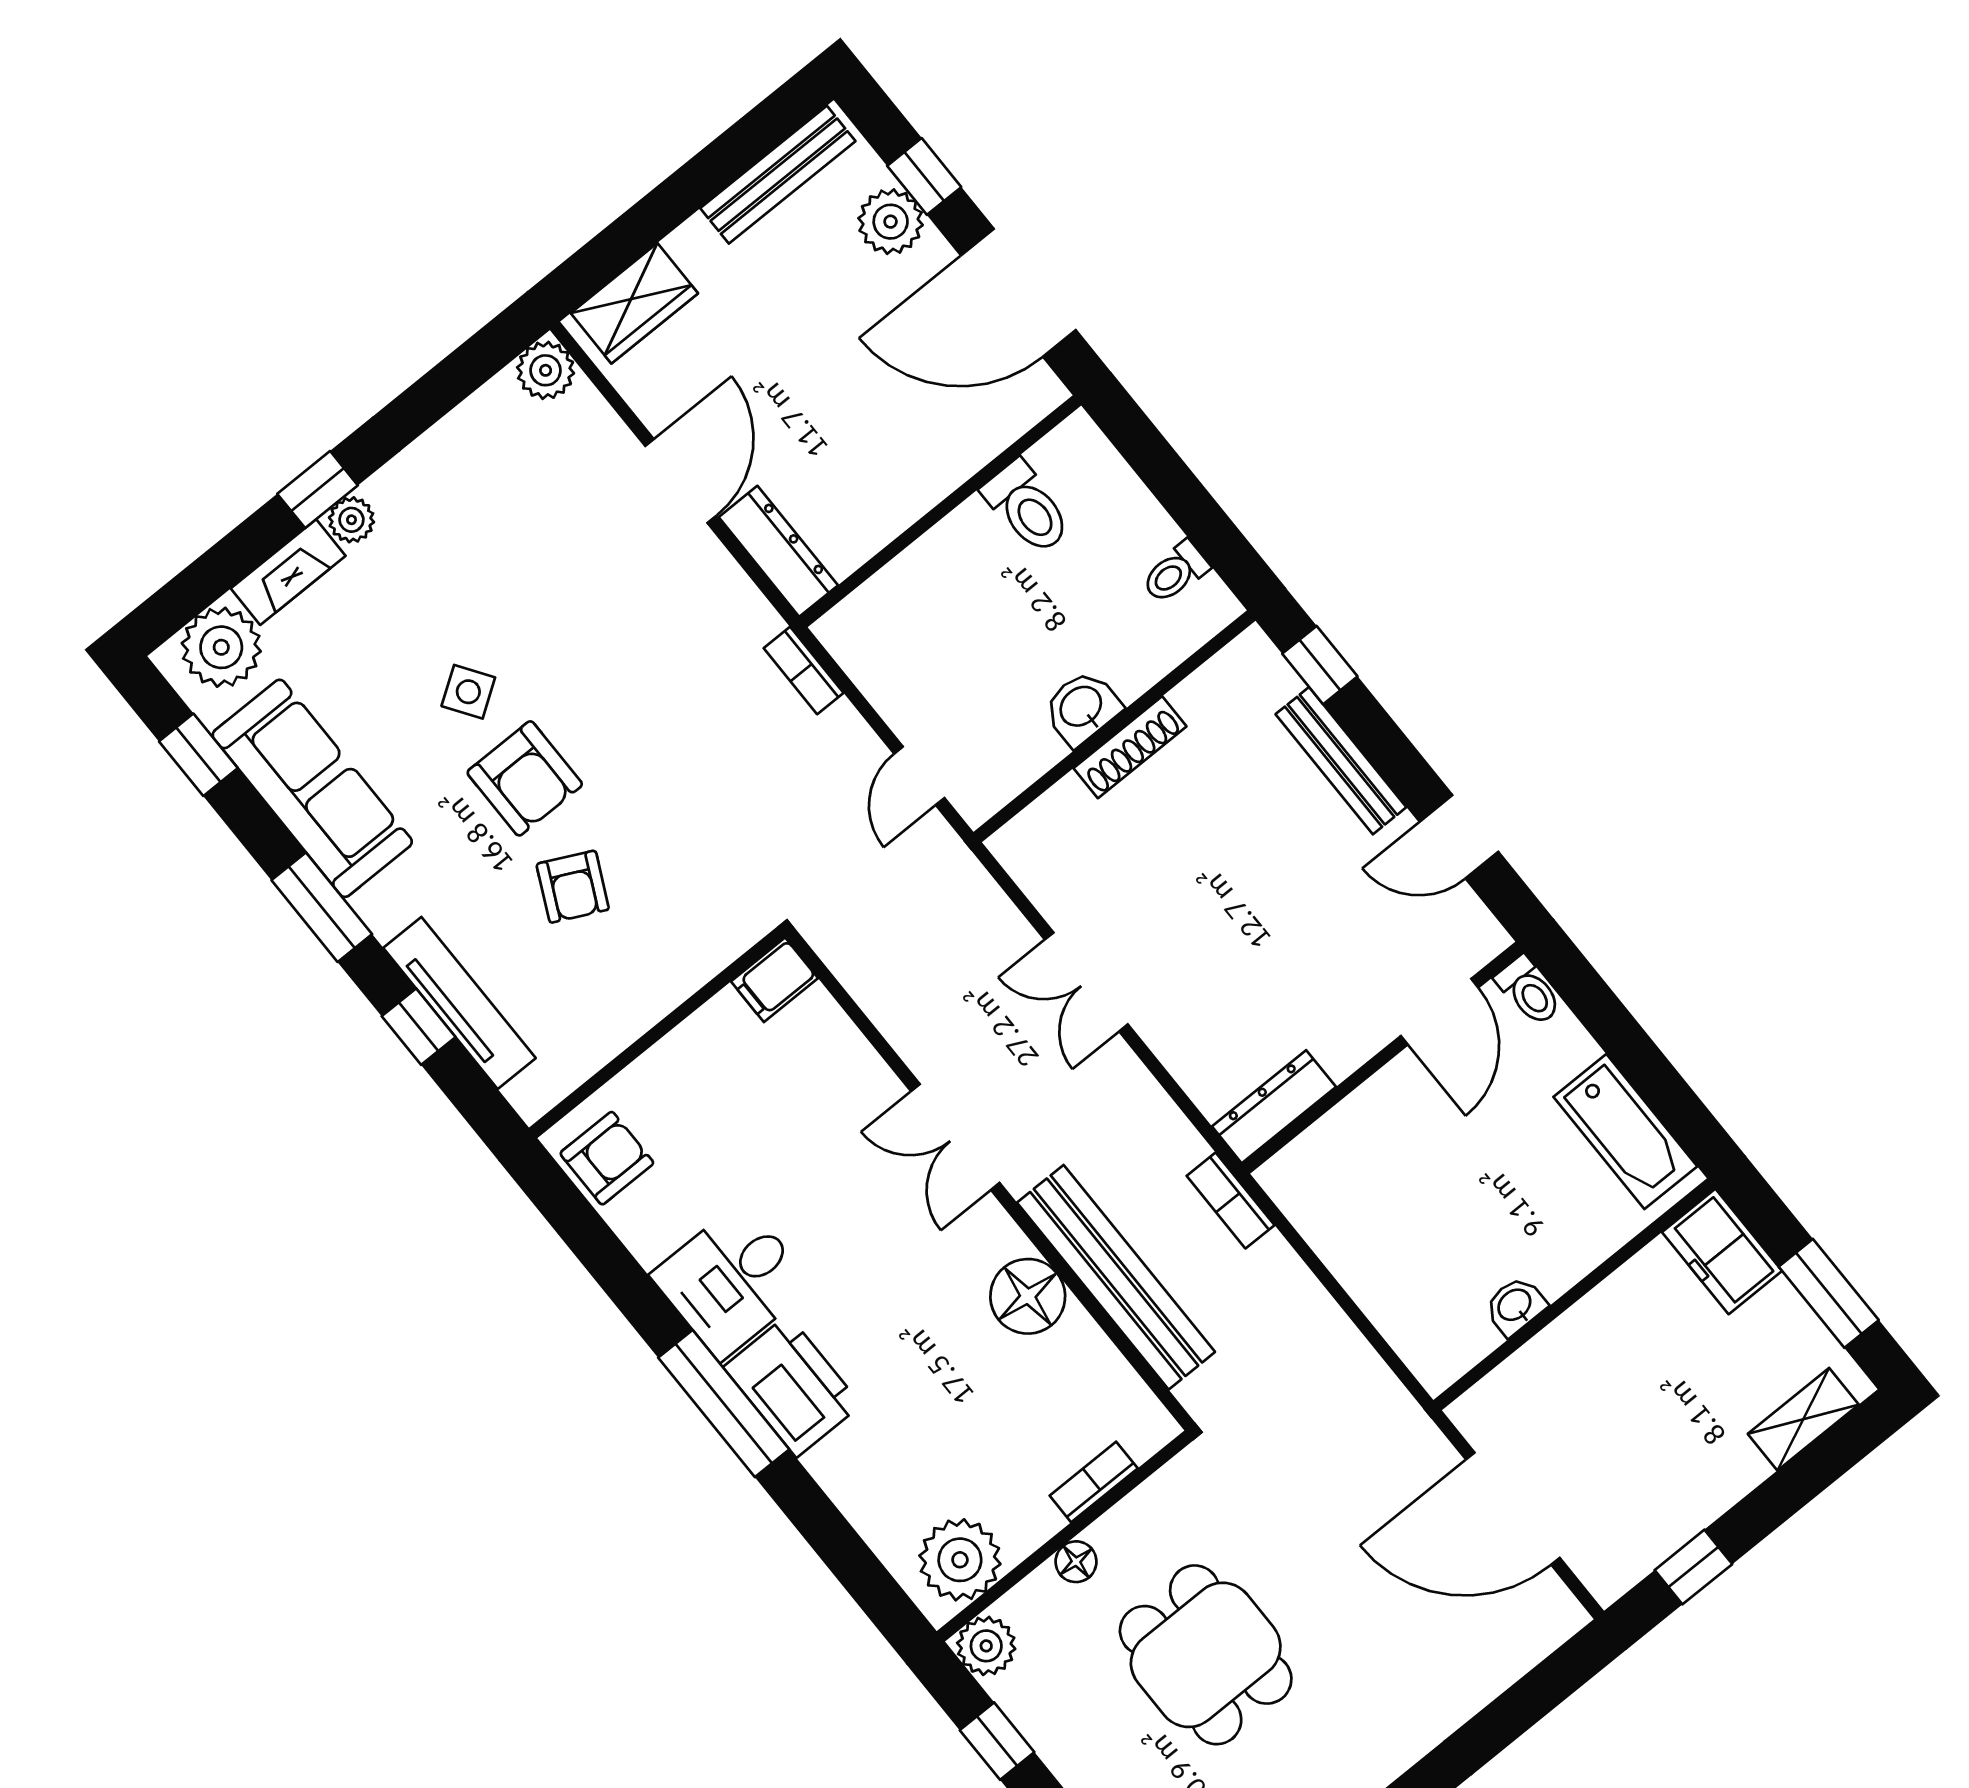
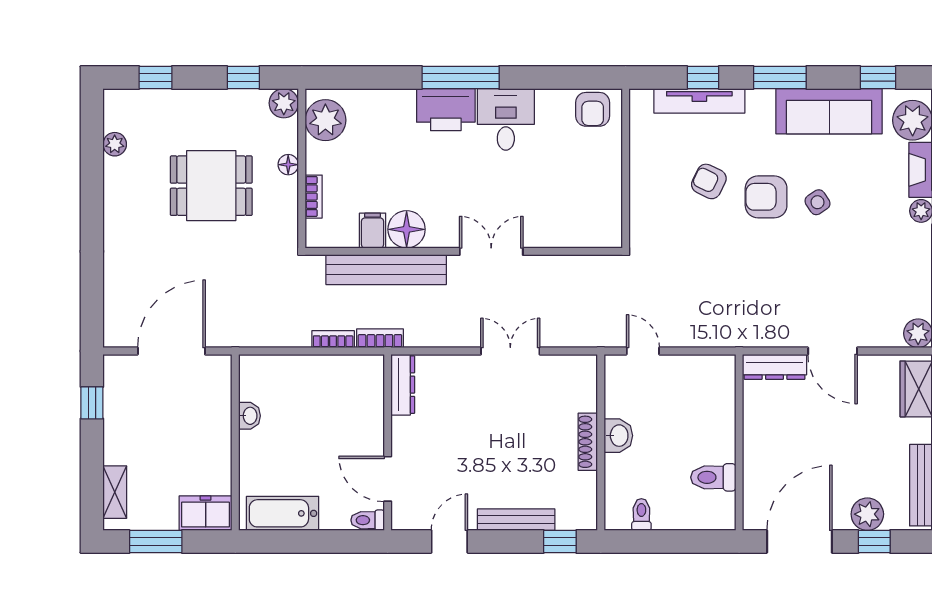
bookcase: (804, 671) -> (333, 339), moved
filing cabinet: (774, 980) -> (373, 231), moved

